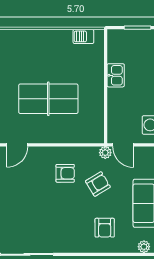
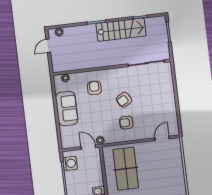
table tennis table: (48, 99) -> (126, 169), moved, turned 90
armchair: (98, 184) -> (124, 100), moved

